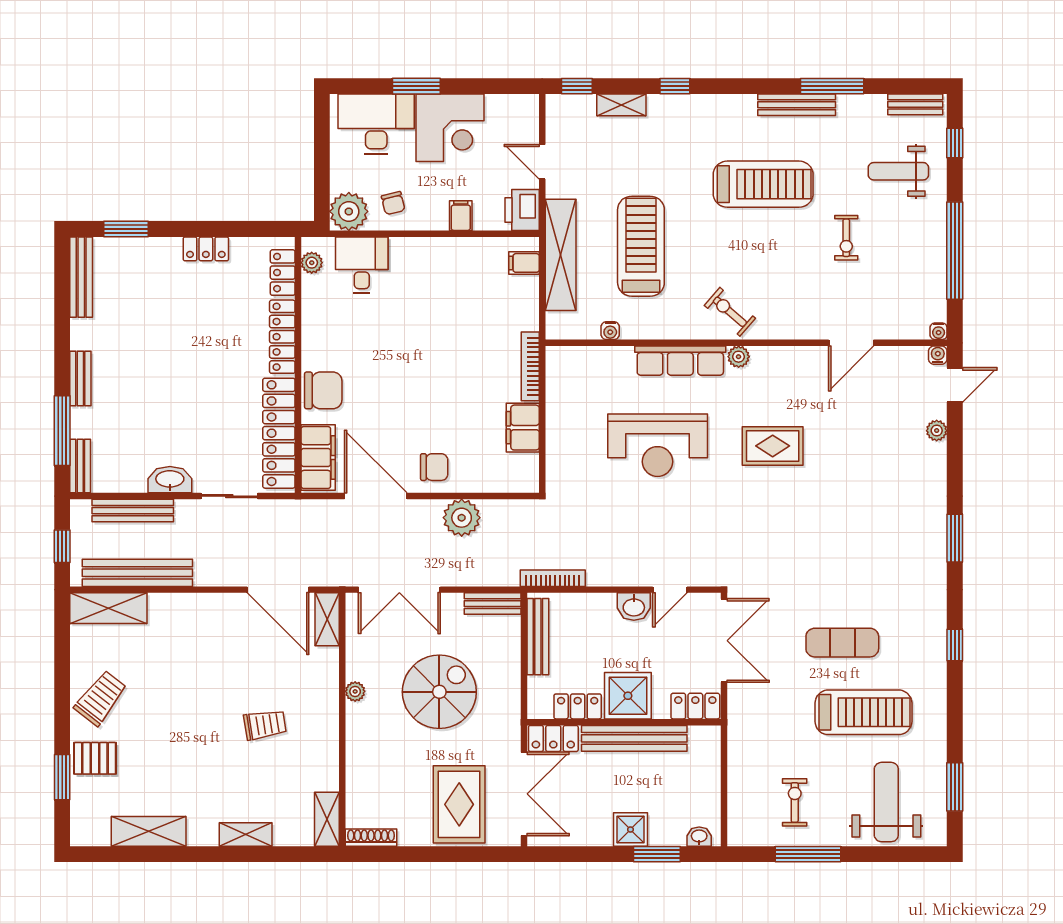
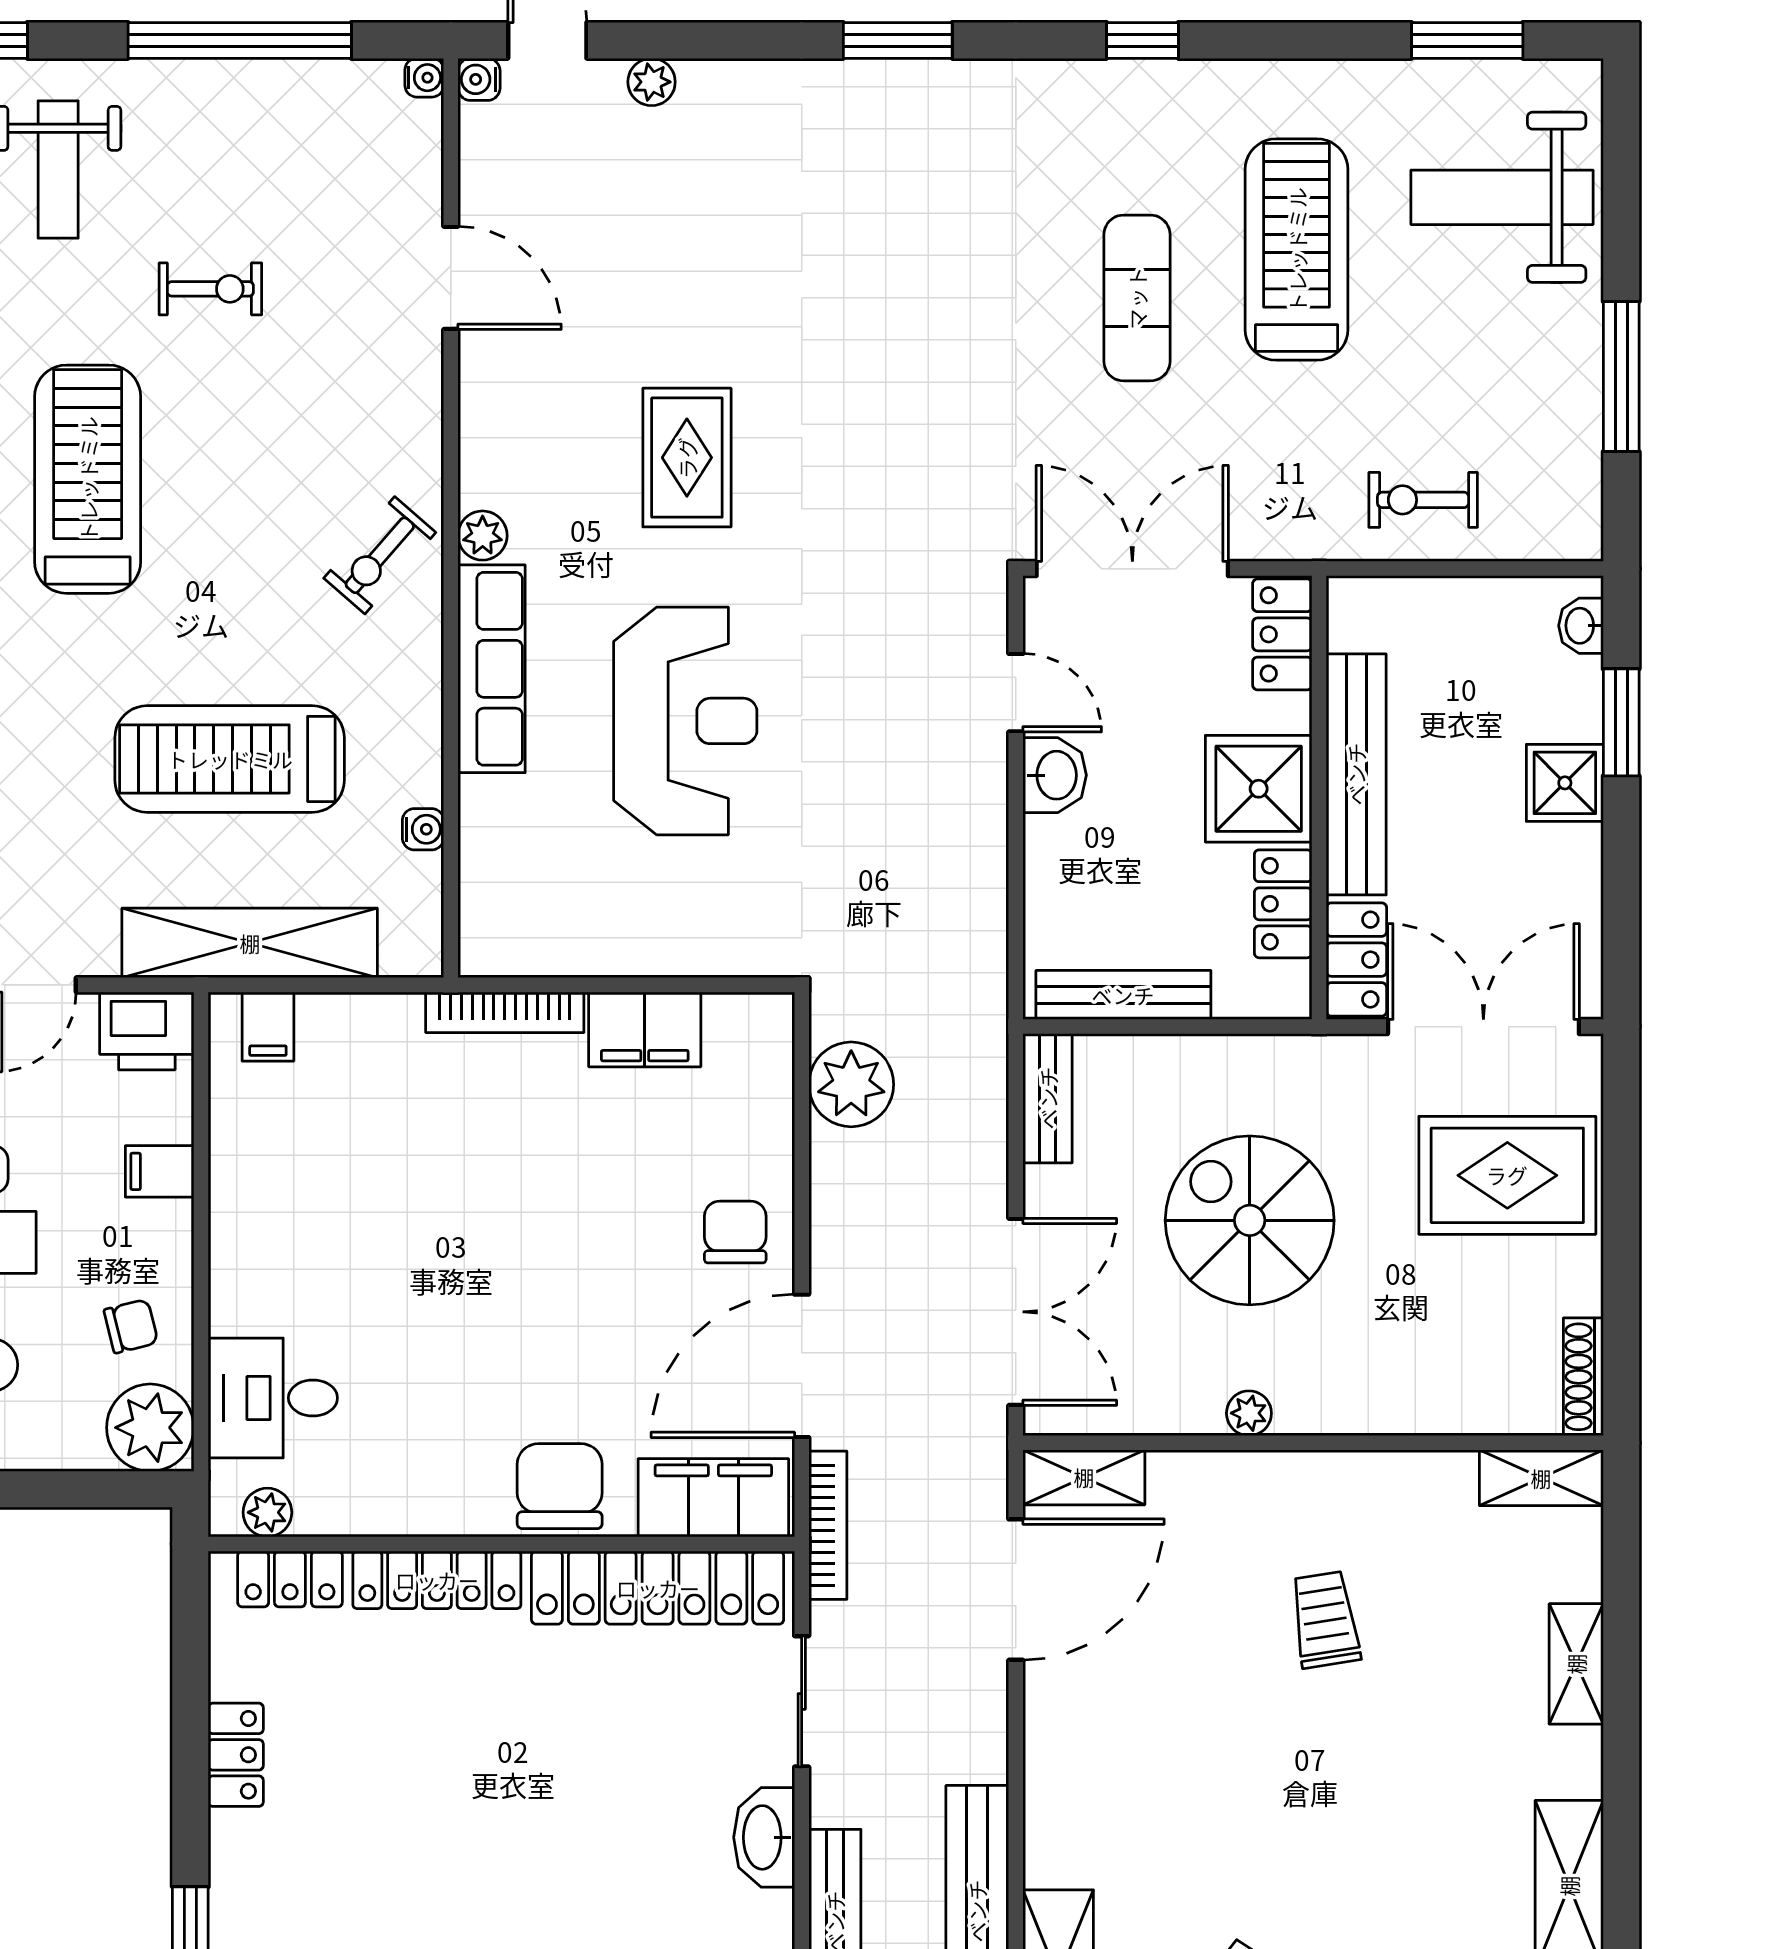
plant: (462, 518) -> (851, 1084), moved
bookcase: (553, 578) -> (828, 1525), moved, turned 180
exercise bike: (795, 802) -> (1423, 500), moved

